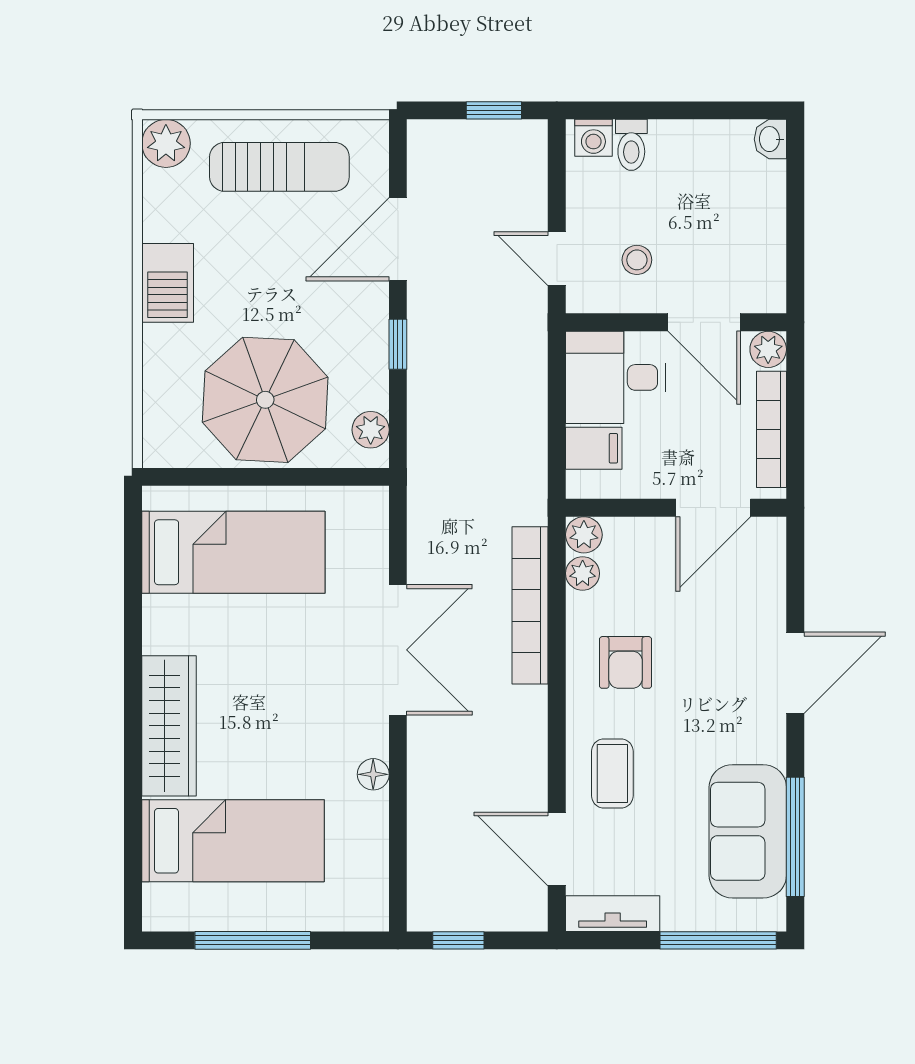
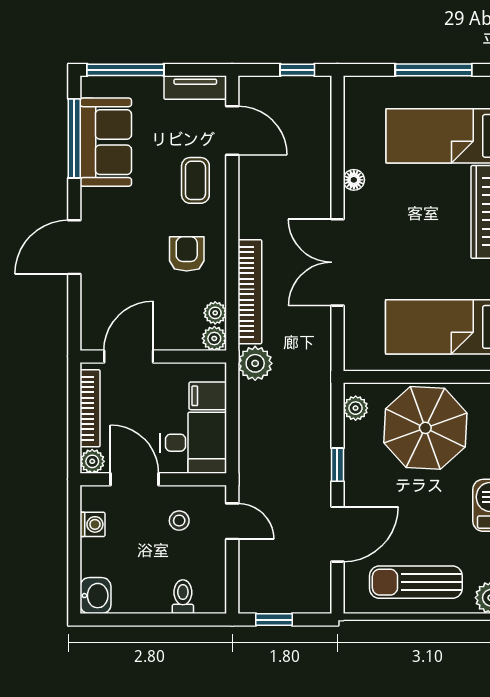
washing machine: (593, 138) -> (92, 524), moved, turned 90
washbasin: (770, 139) -> (95, 596), width x1.38, depth x1.45
plant: (522, 497) -> (255, 363), added

